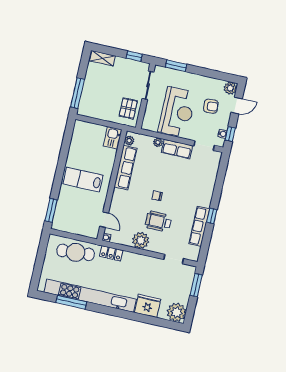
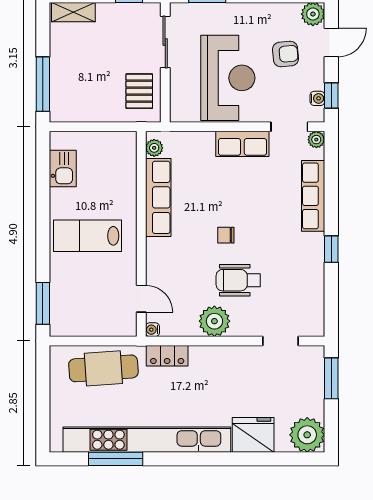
kitchen sink: (113, 138) -> (63, 168), moved, turned 180
plant: (158, 142) -> (316, 140), moved
row of seats: (199, 226) -> (313, 196), moved

